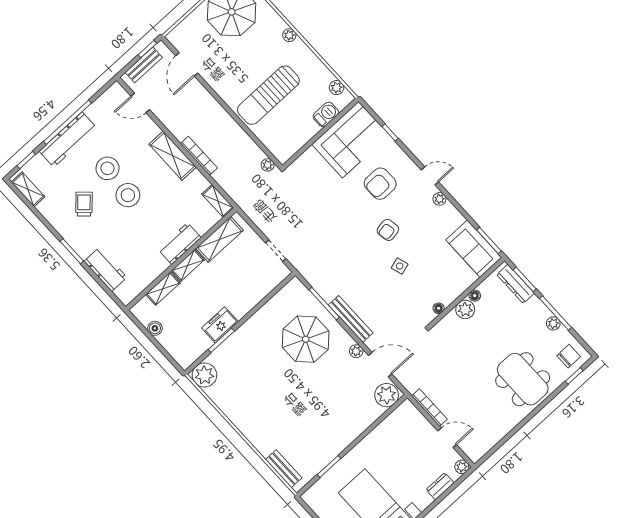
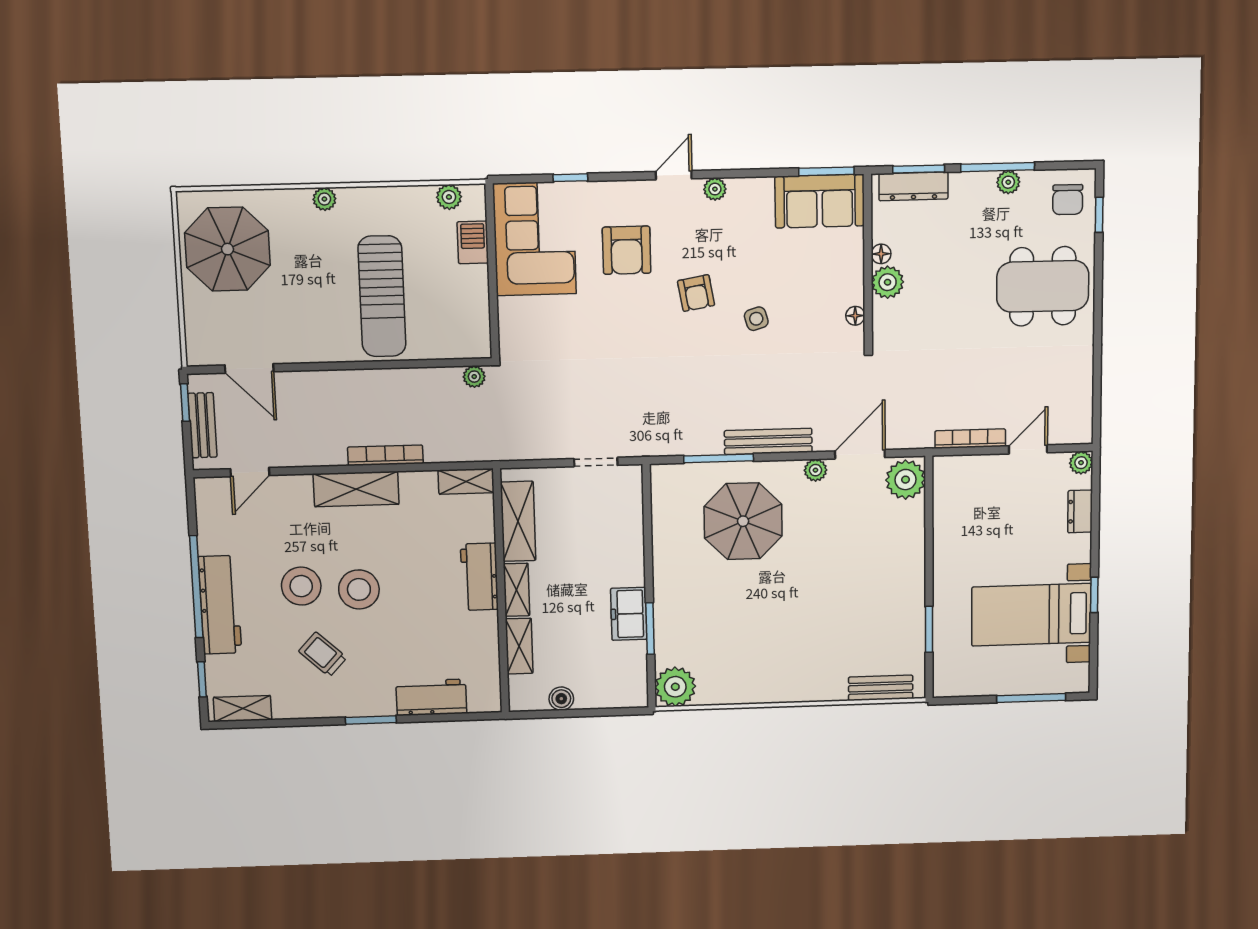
chair: (569, 356) -> (1068, 200), turned 180

